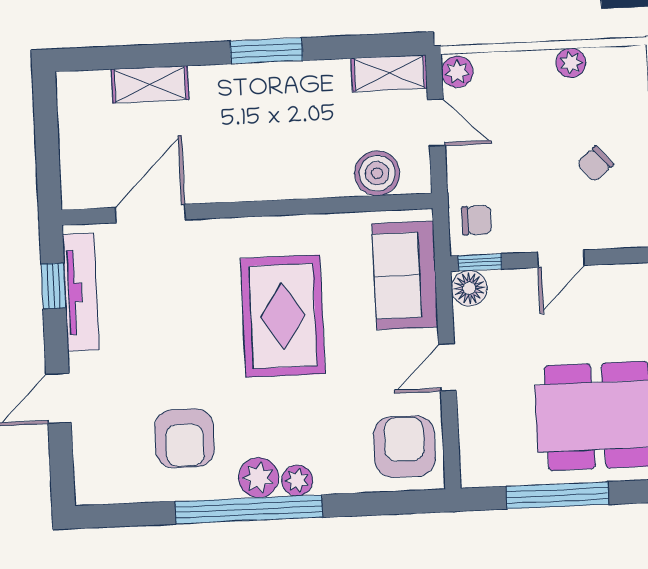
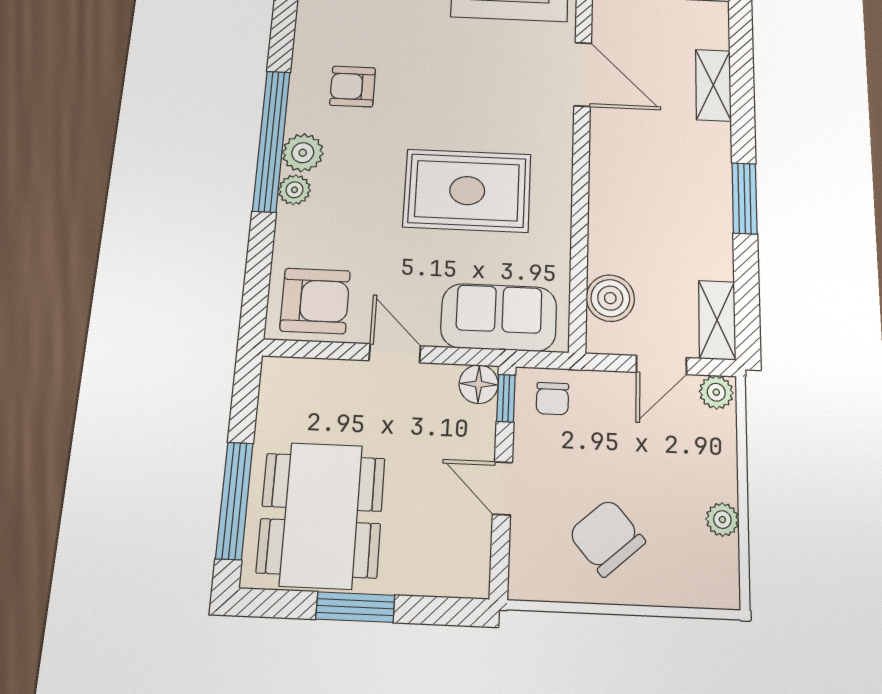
chair: (595, 164) -> (607, 537), width x1.87, depth x1.87
armchair: (185, 438) -> (353, 87), width x0.72, depth x0.72
window: (557, 495) -> (234, 500), moved

